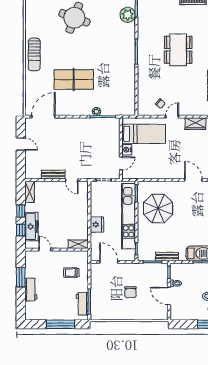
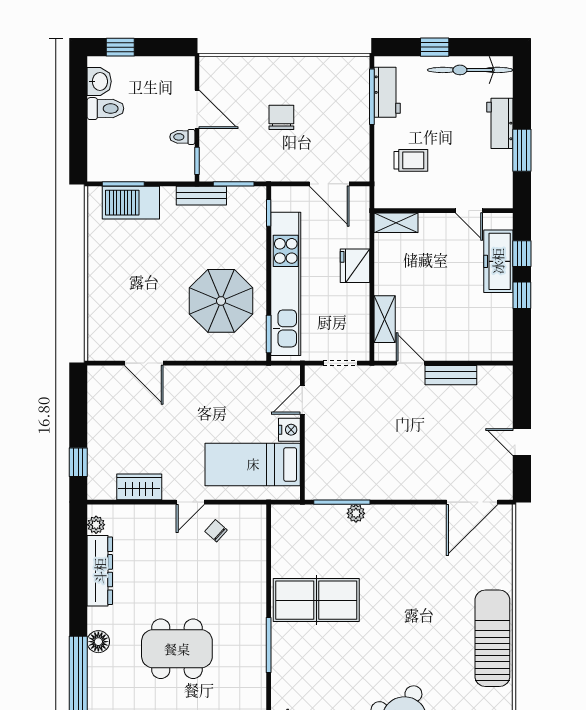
dining table: (178, 50) -> (177, 649), turned 90
sun lounger: (34, 55) -> (492, 638), width x1.36, depth x1.34
table tennis table: (74, 80) -> (316, 600), moved
shelving: (30, 192) -> (385, 319), moved
bicycle: (44, 314) -> (470, 70), added
window: (61, 324) -> (435, 47), width x0.46

